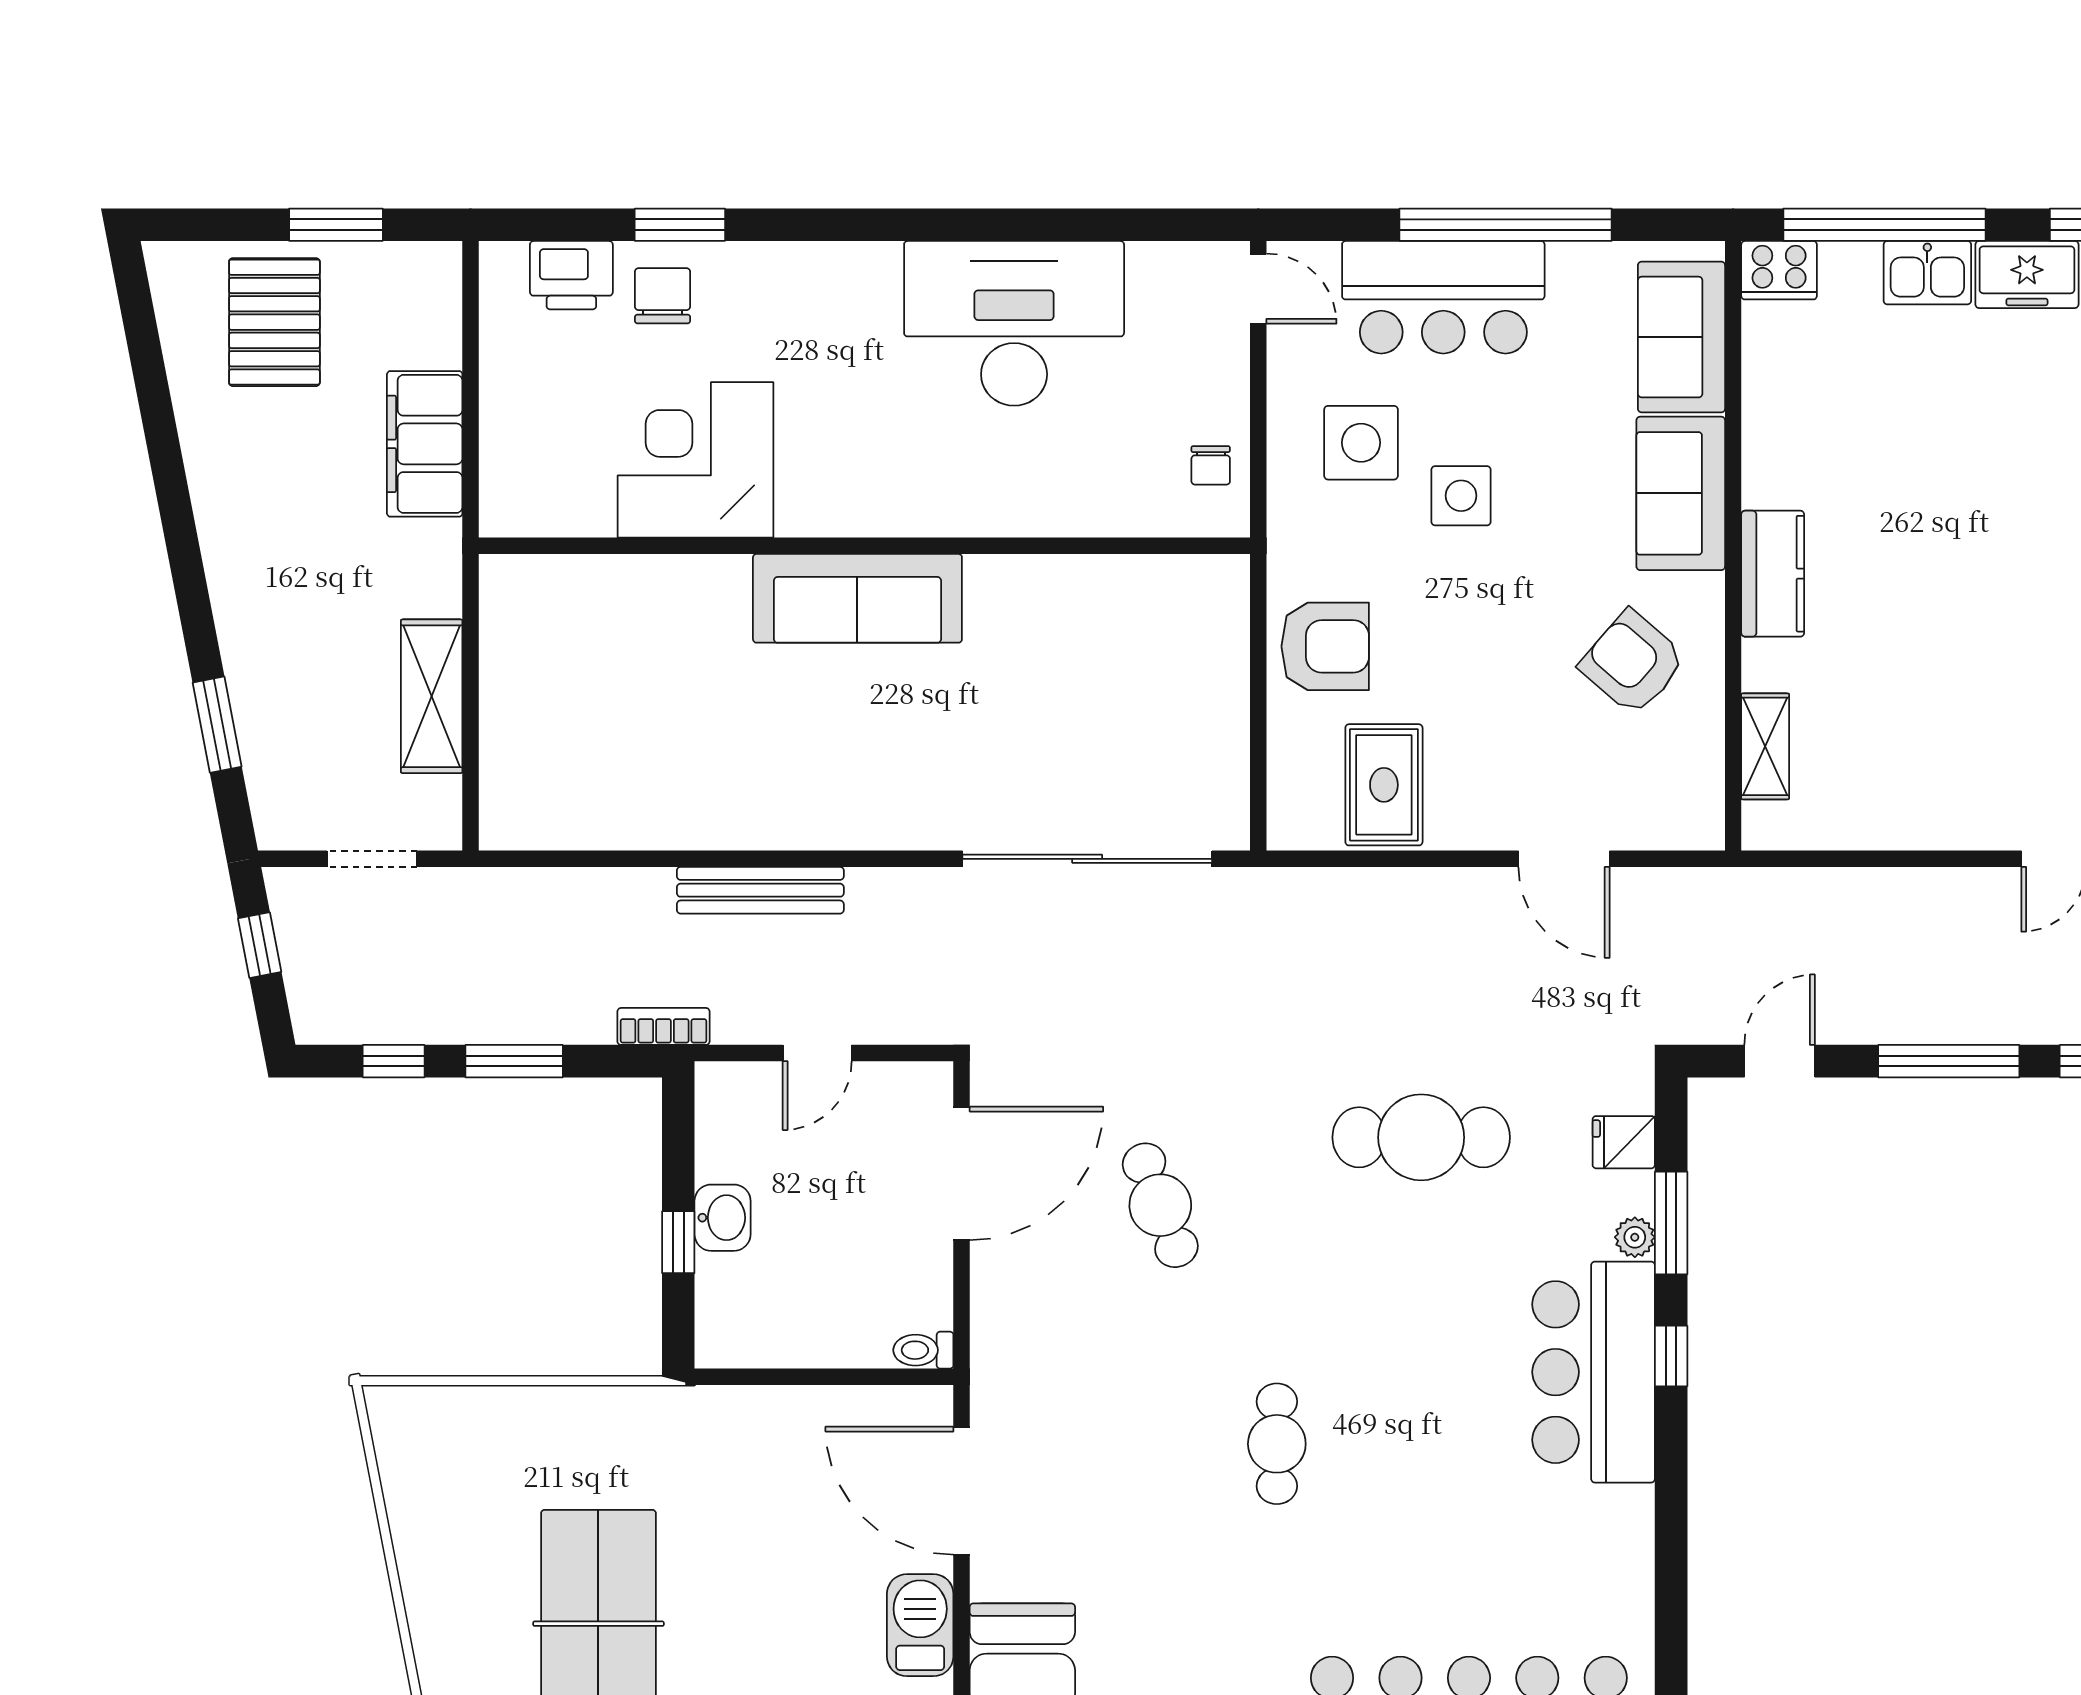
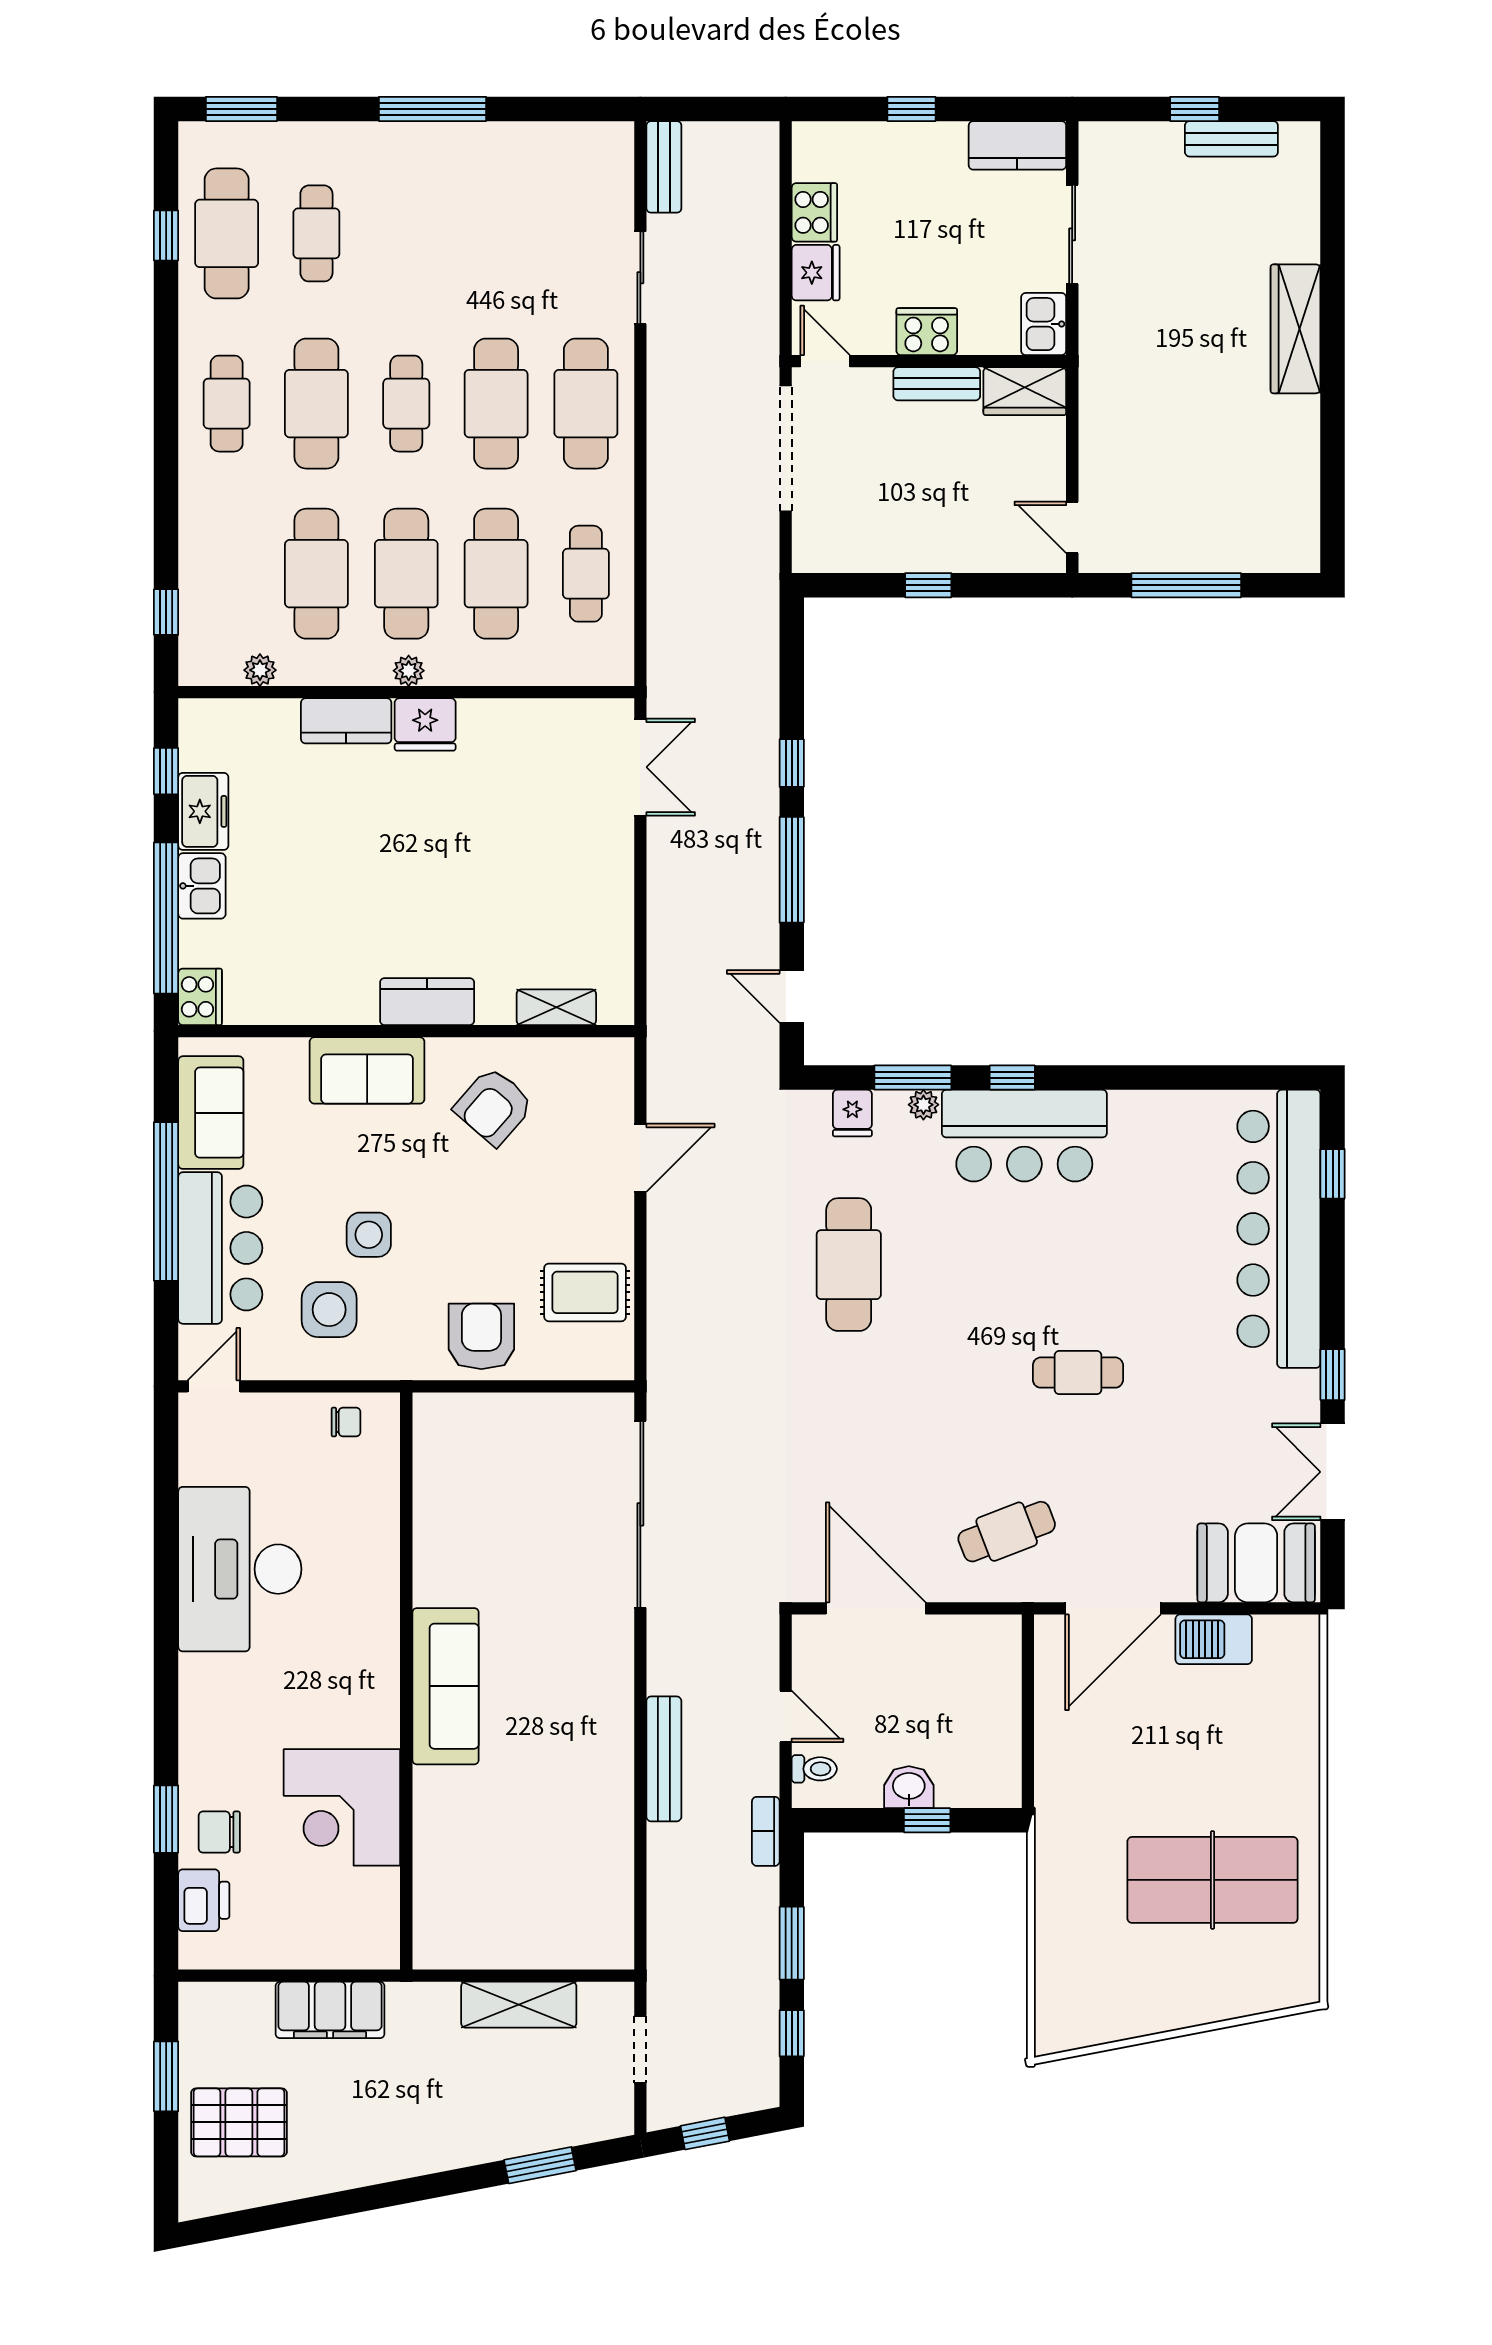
sofa: (1681, 337) -> (211, 1113), moved, turned -90
cafe table: (1160, 1205) -> (1007, 1532), moved
toilet: (923, 1350) -> (814, 1769), moved, turned -90

